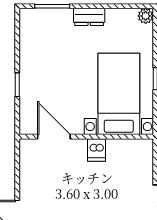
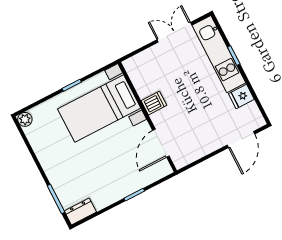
dresser: (89, 17) -> (80, 212), moved, turned -90

